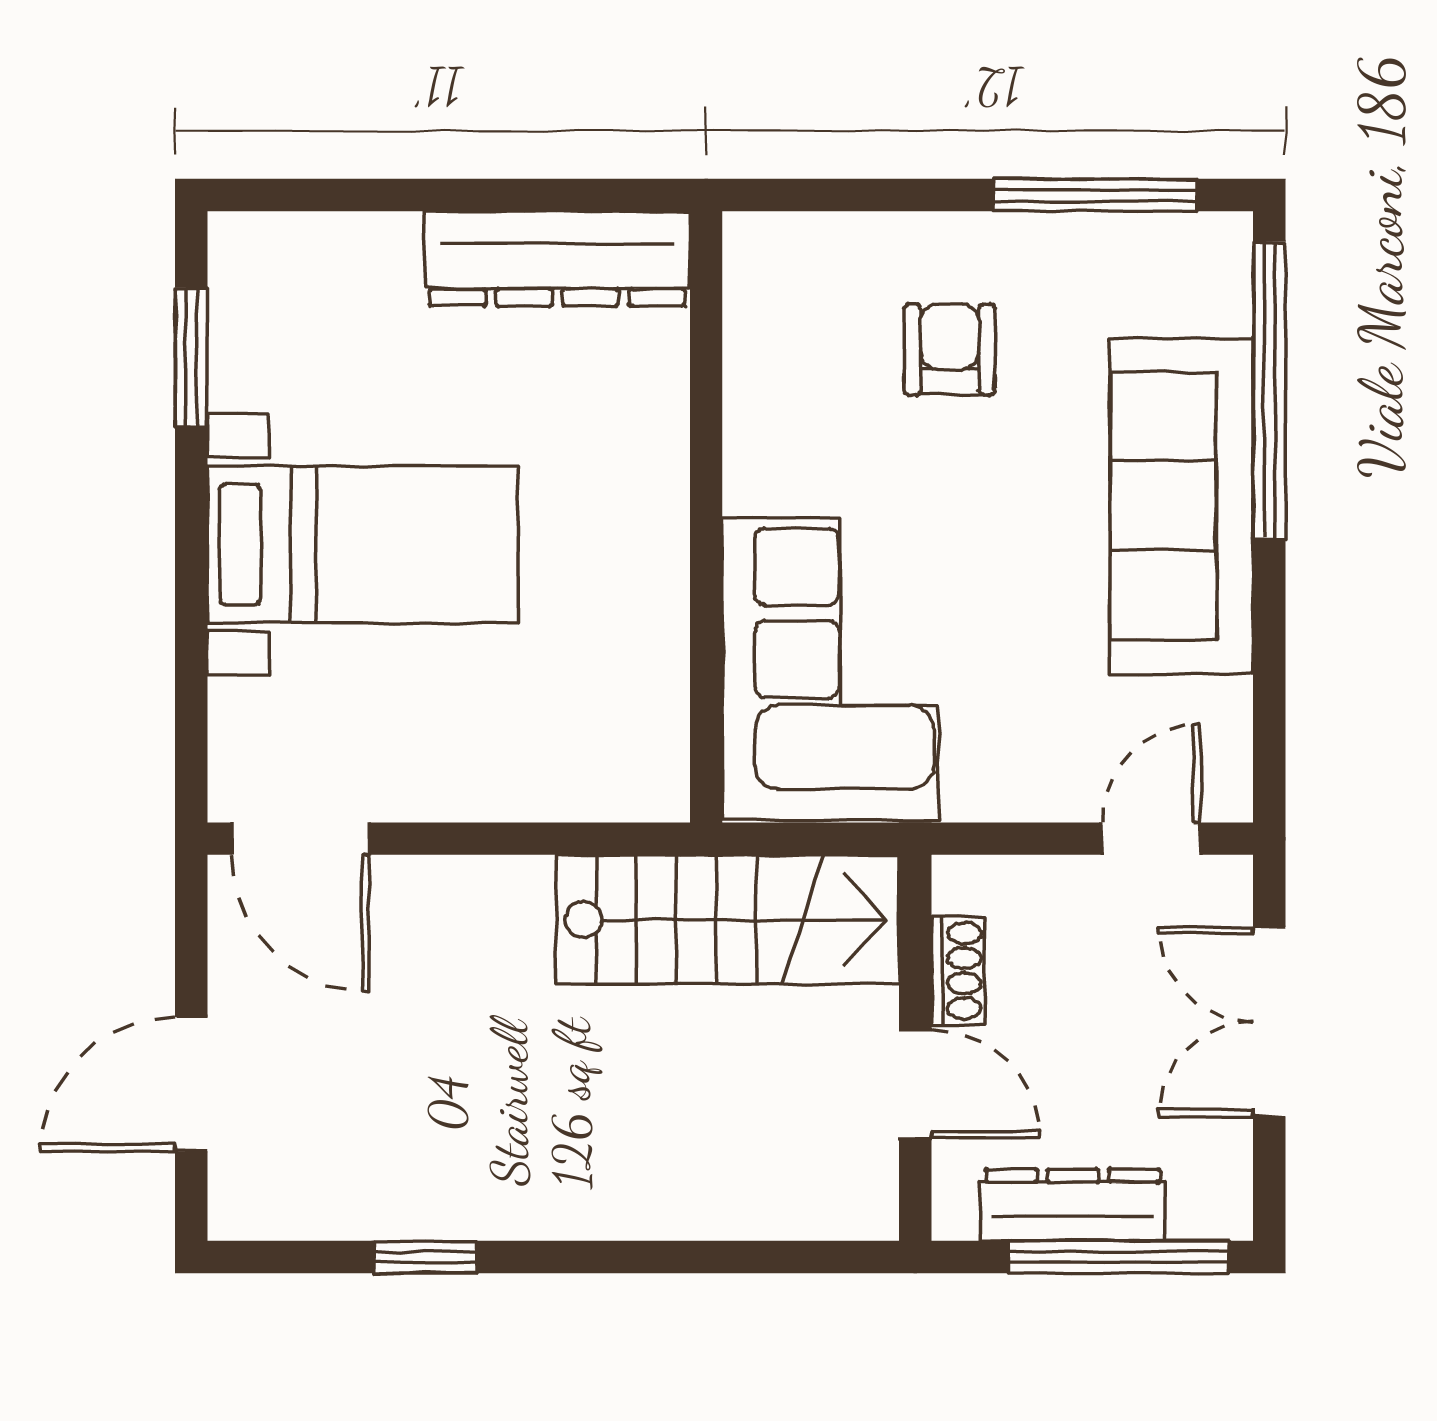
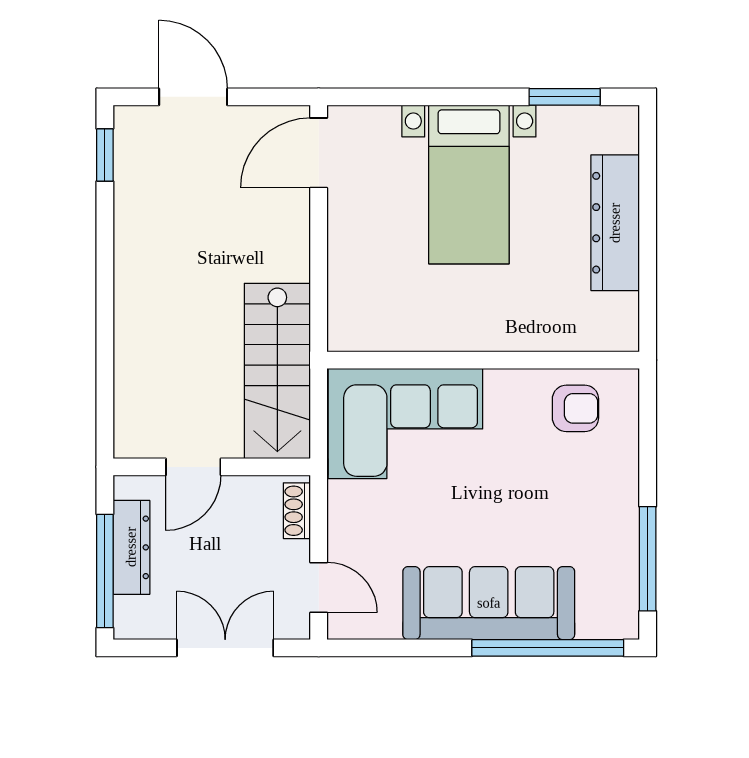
dresser: (557, 259) -> (615, 223), moved
armchair: (950, 349) -> (575, 408), moved
shoe rack: (958, 971) -> (297, 511), moved, turned 90
window: (426, 1257) -> (105, 155), moved

